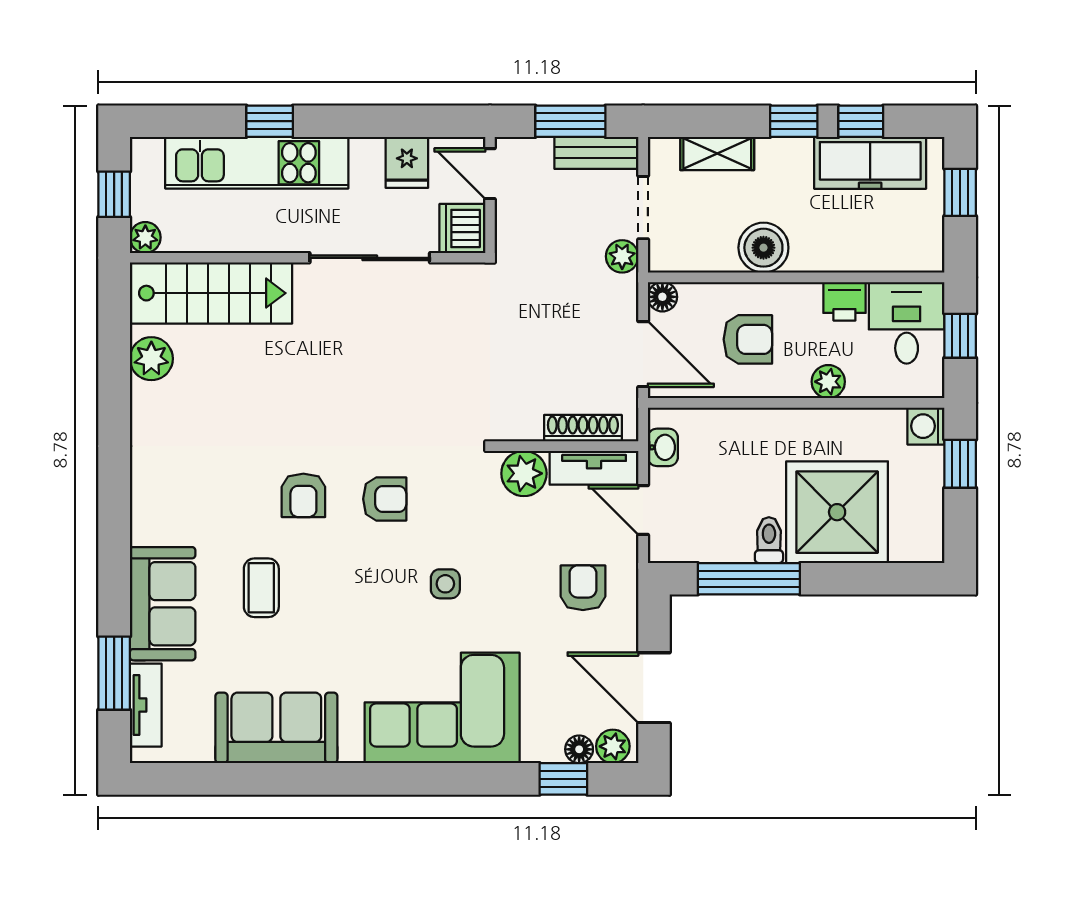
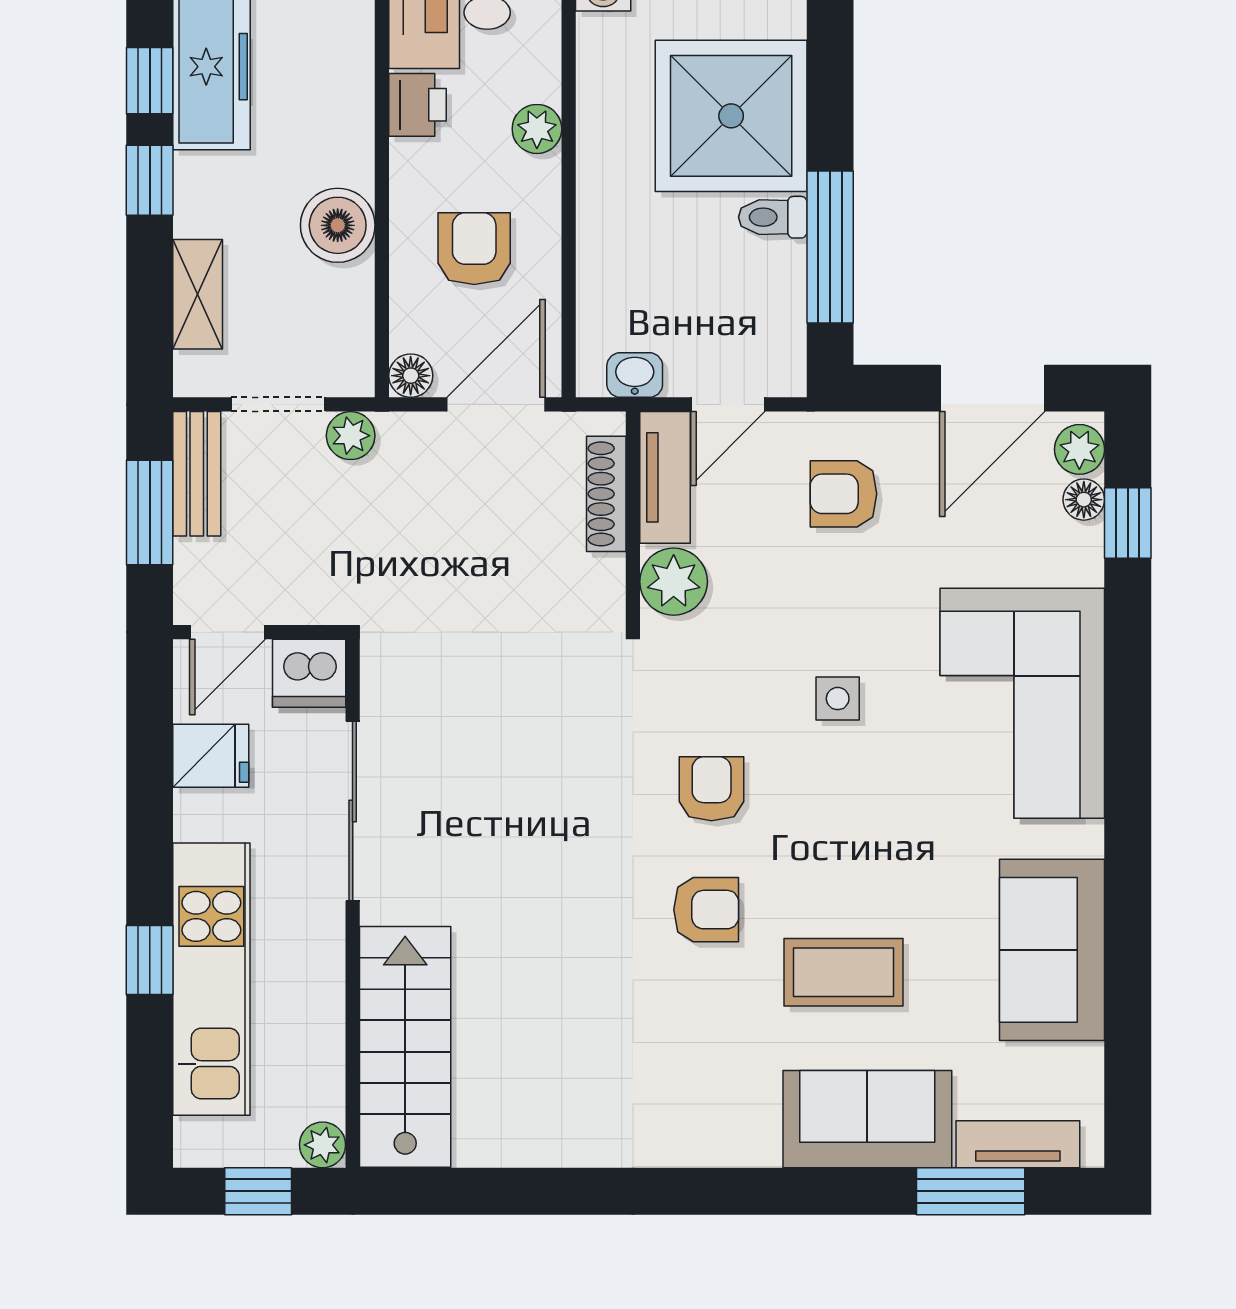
plant: (151, 359) -> (503, 1136), removed
coffee table: (261, 588) -> (844, 972), width x1.36, depth x1.30

